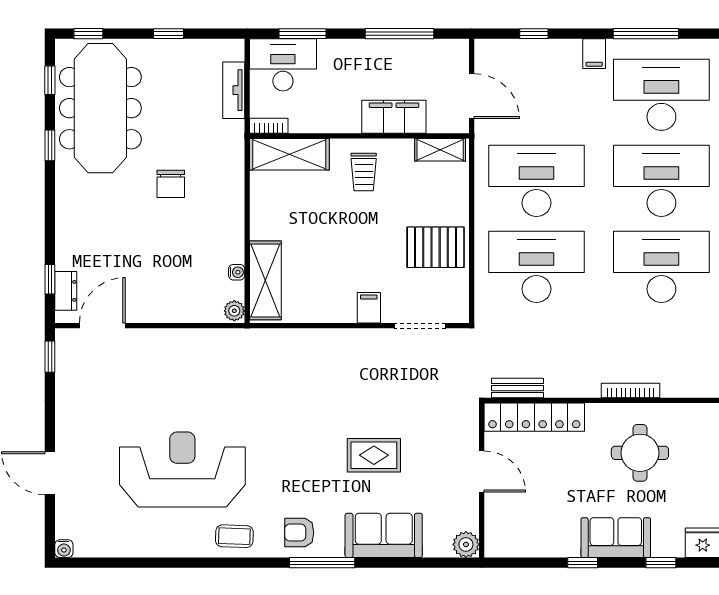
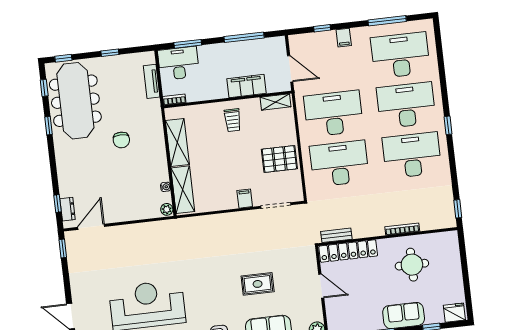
filing cabinet: (594, 54) -> (344, 38), moved
shelving: (289, 154) -> (177, 142), moved, turned 90

